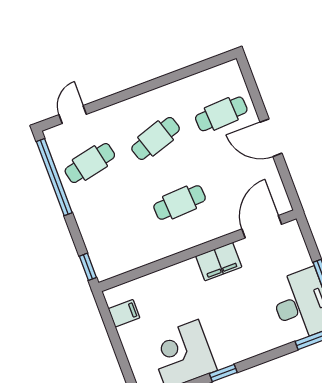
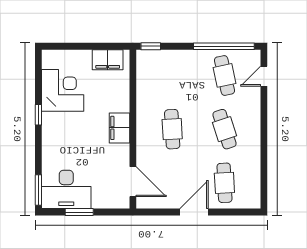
door: (73, 115) -> (264, 76), swing flipped
filing cabinet: (219, 262) -> (119, 128), moved
filing cabinet: (124, 313) -> (108, 60), width x2.00

